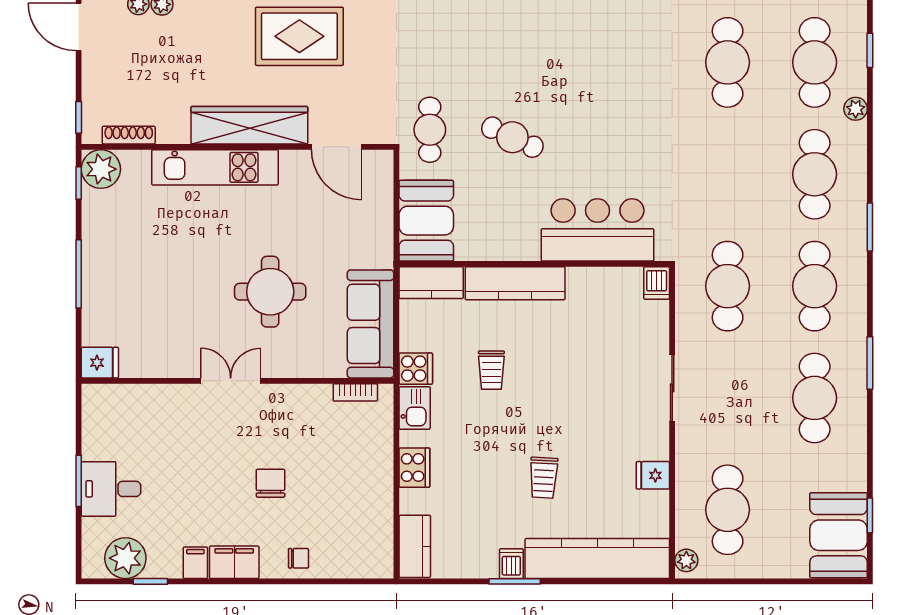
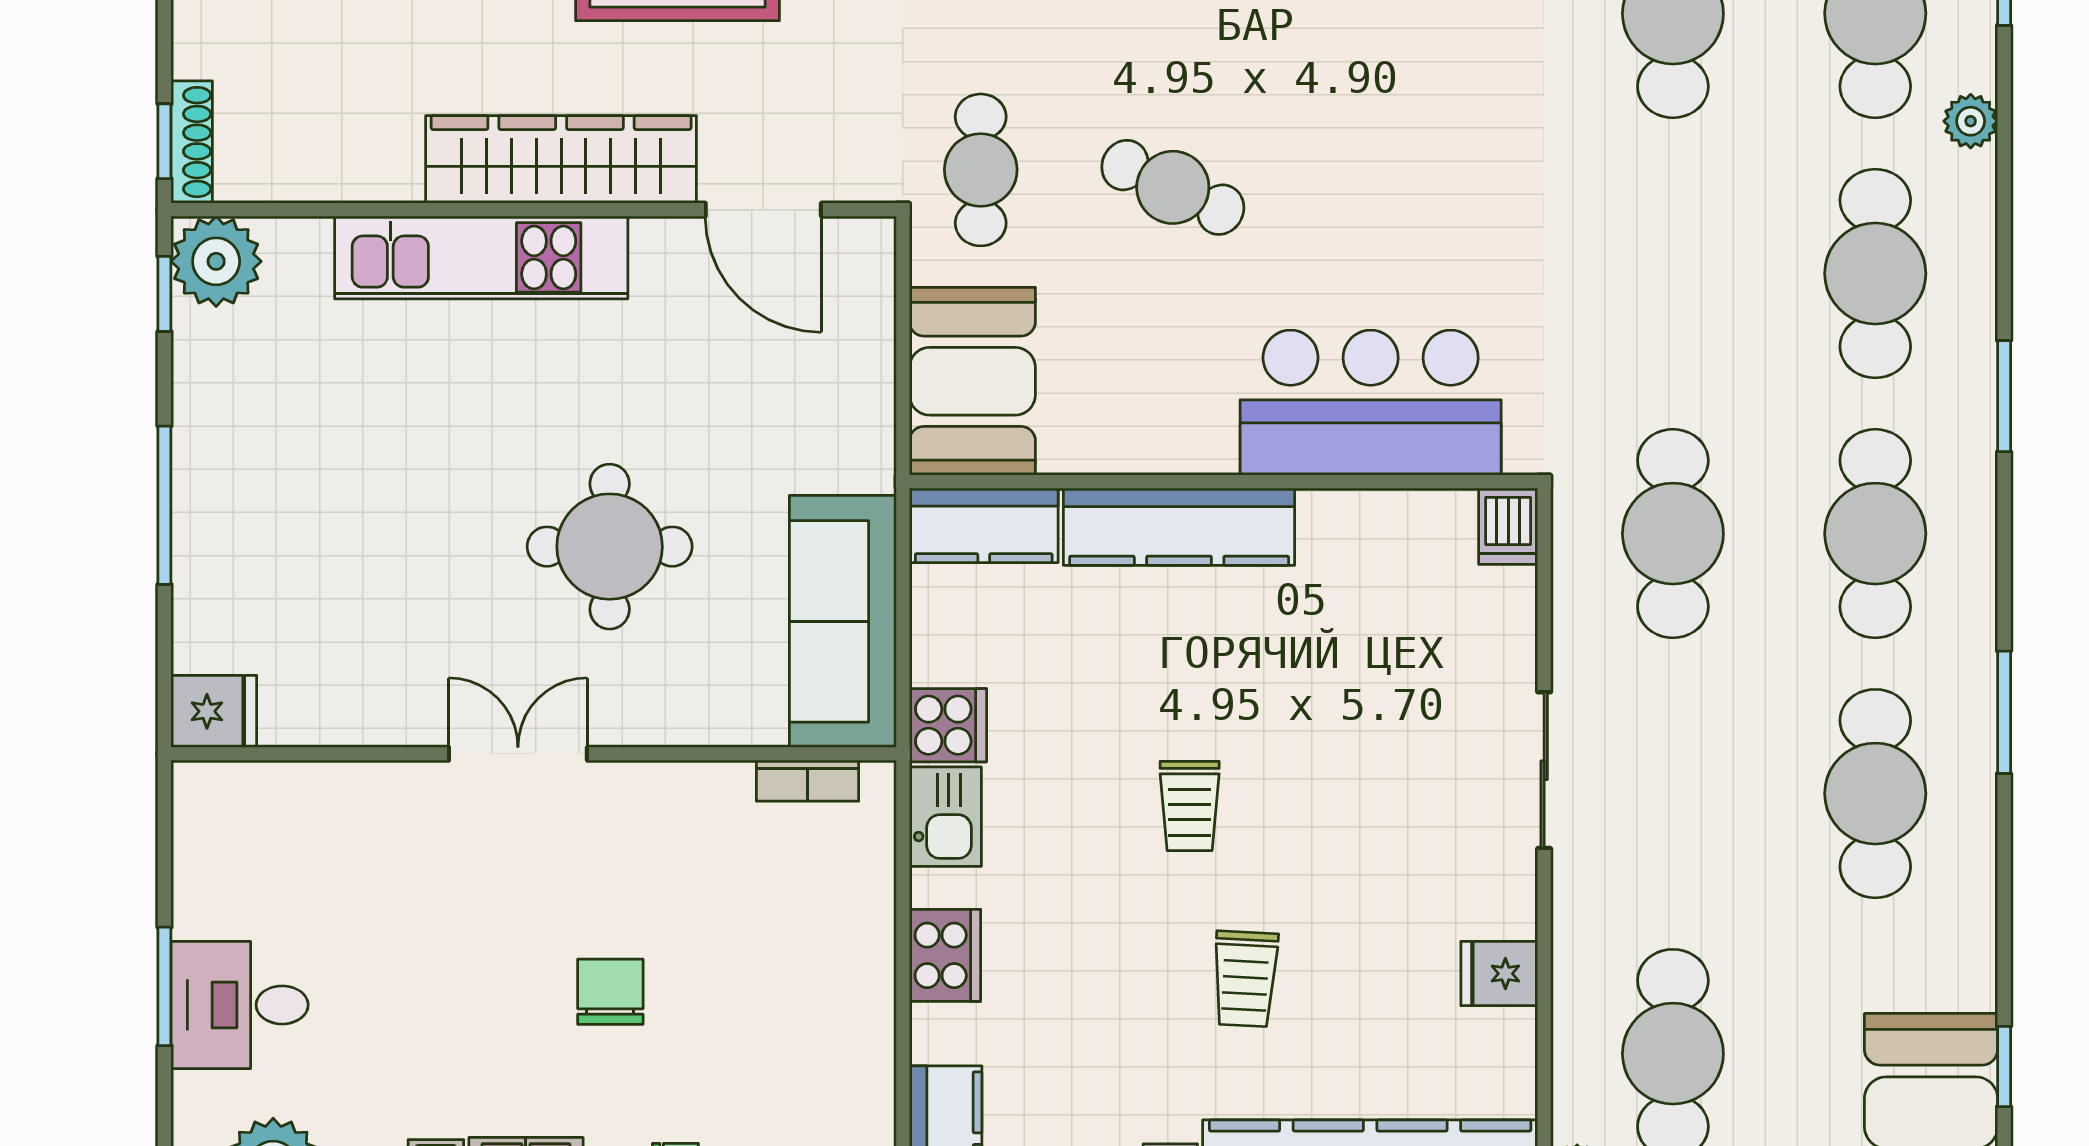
shoe rack: (129, 135) -> (192, 142), moved, turned 90
trolley: (491, 370) -> (1190, 806), moved

